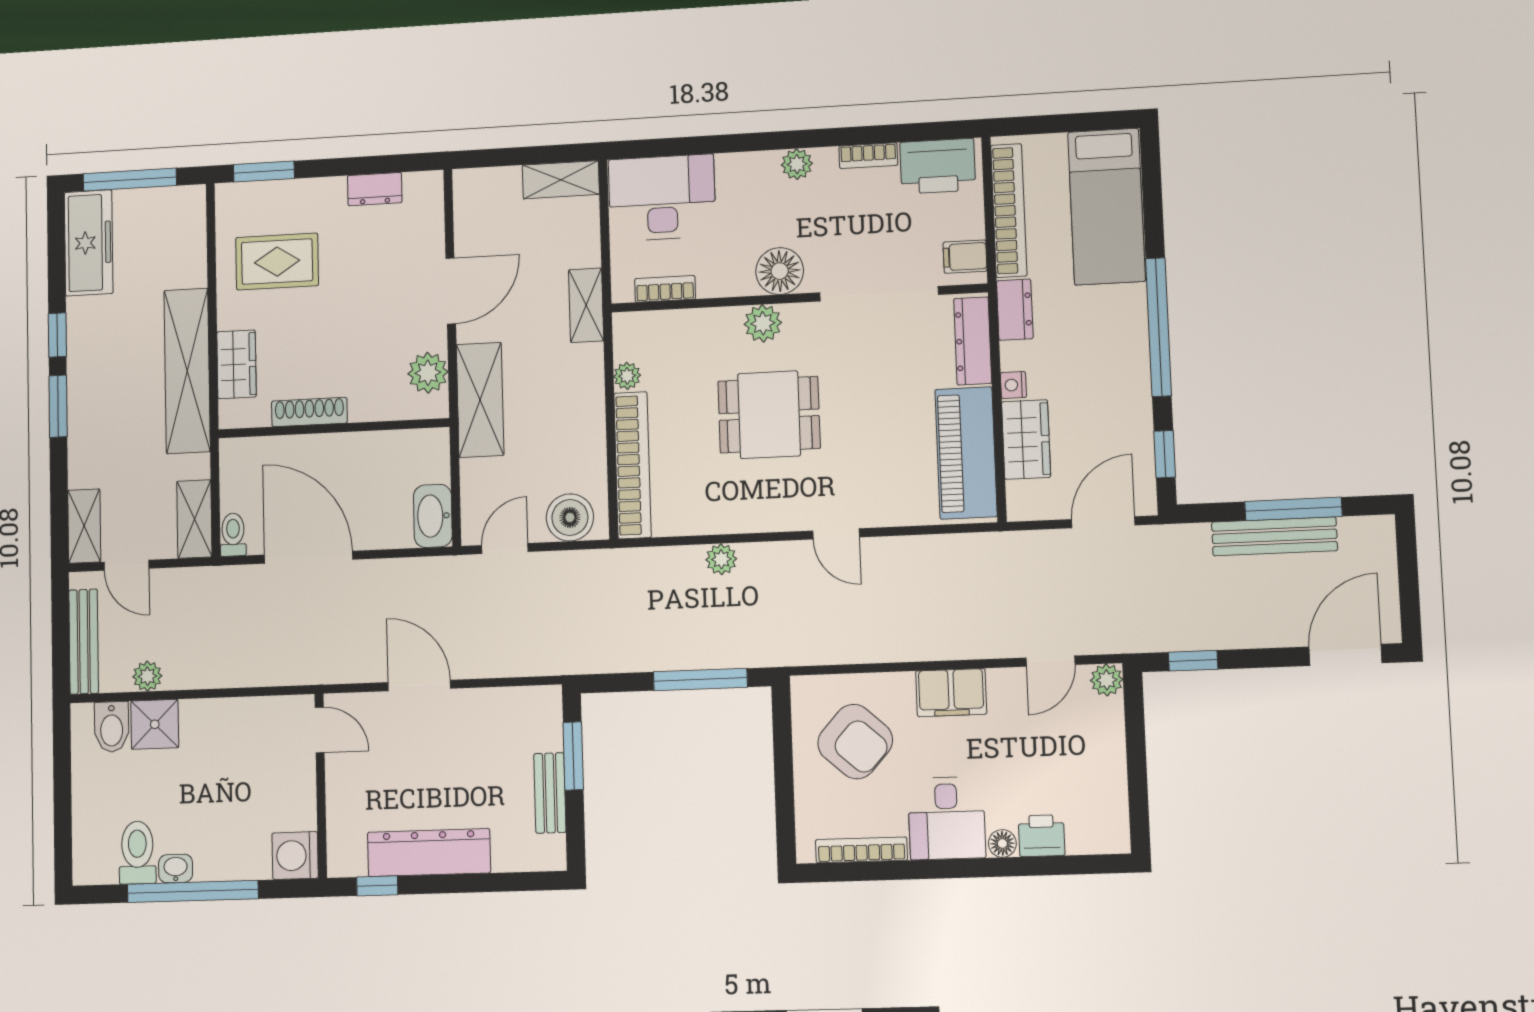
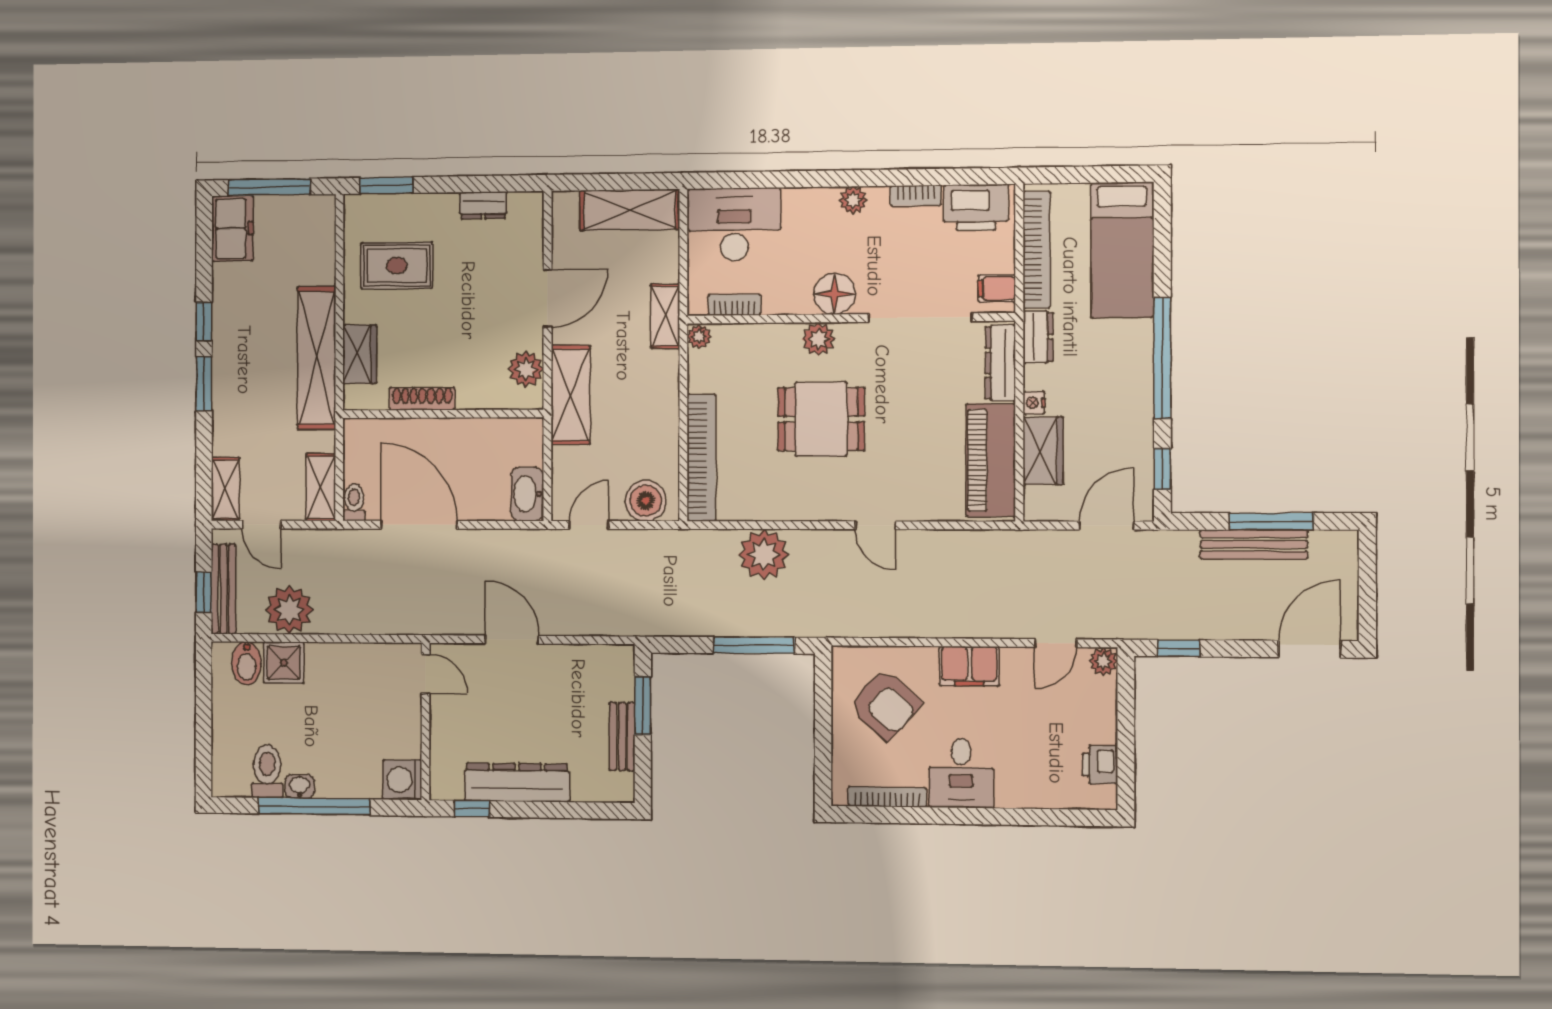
shelving: (561, 180) -> (630, 210), width x1.50, depth x1.33
freezer: (89, 243) -> (232, 228), width x0.71
plant: (627, 376) -> (699, 337), moved
plant: (721, 559) -> (764, 555), width x1.88, depth x1.88
window: (61, 646) -> (204, 592), added
plant: (147, 676) -> (289, 610), width x1.87, depth x1.87
printer: (1042, 836) -> (1100, 765), moved, turned -90
floor lamp: (1002, 843) -> (1008, 797), removed

